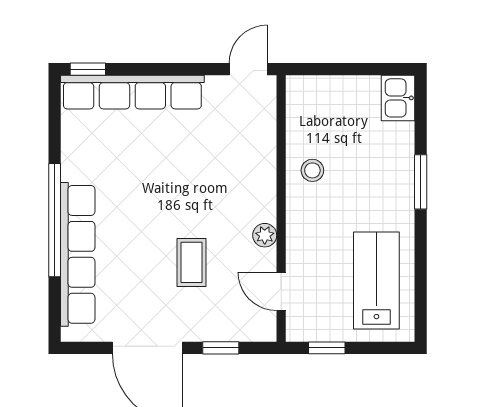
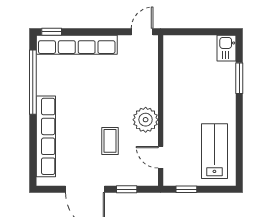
stool: (312, 170) -> (178, 89), removed
window: (421, 182) -> (239, 78), moved
window: (55, 220) -> (33, 82), moved
plant: (265, 235) -> (146, 120), width x1.87, depth x1.87

